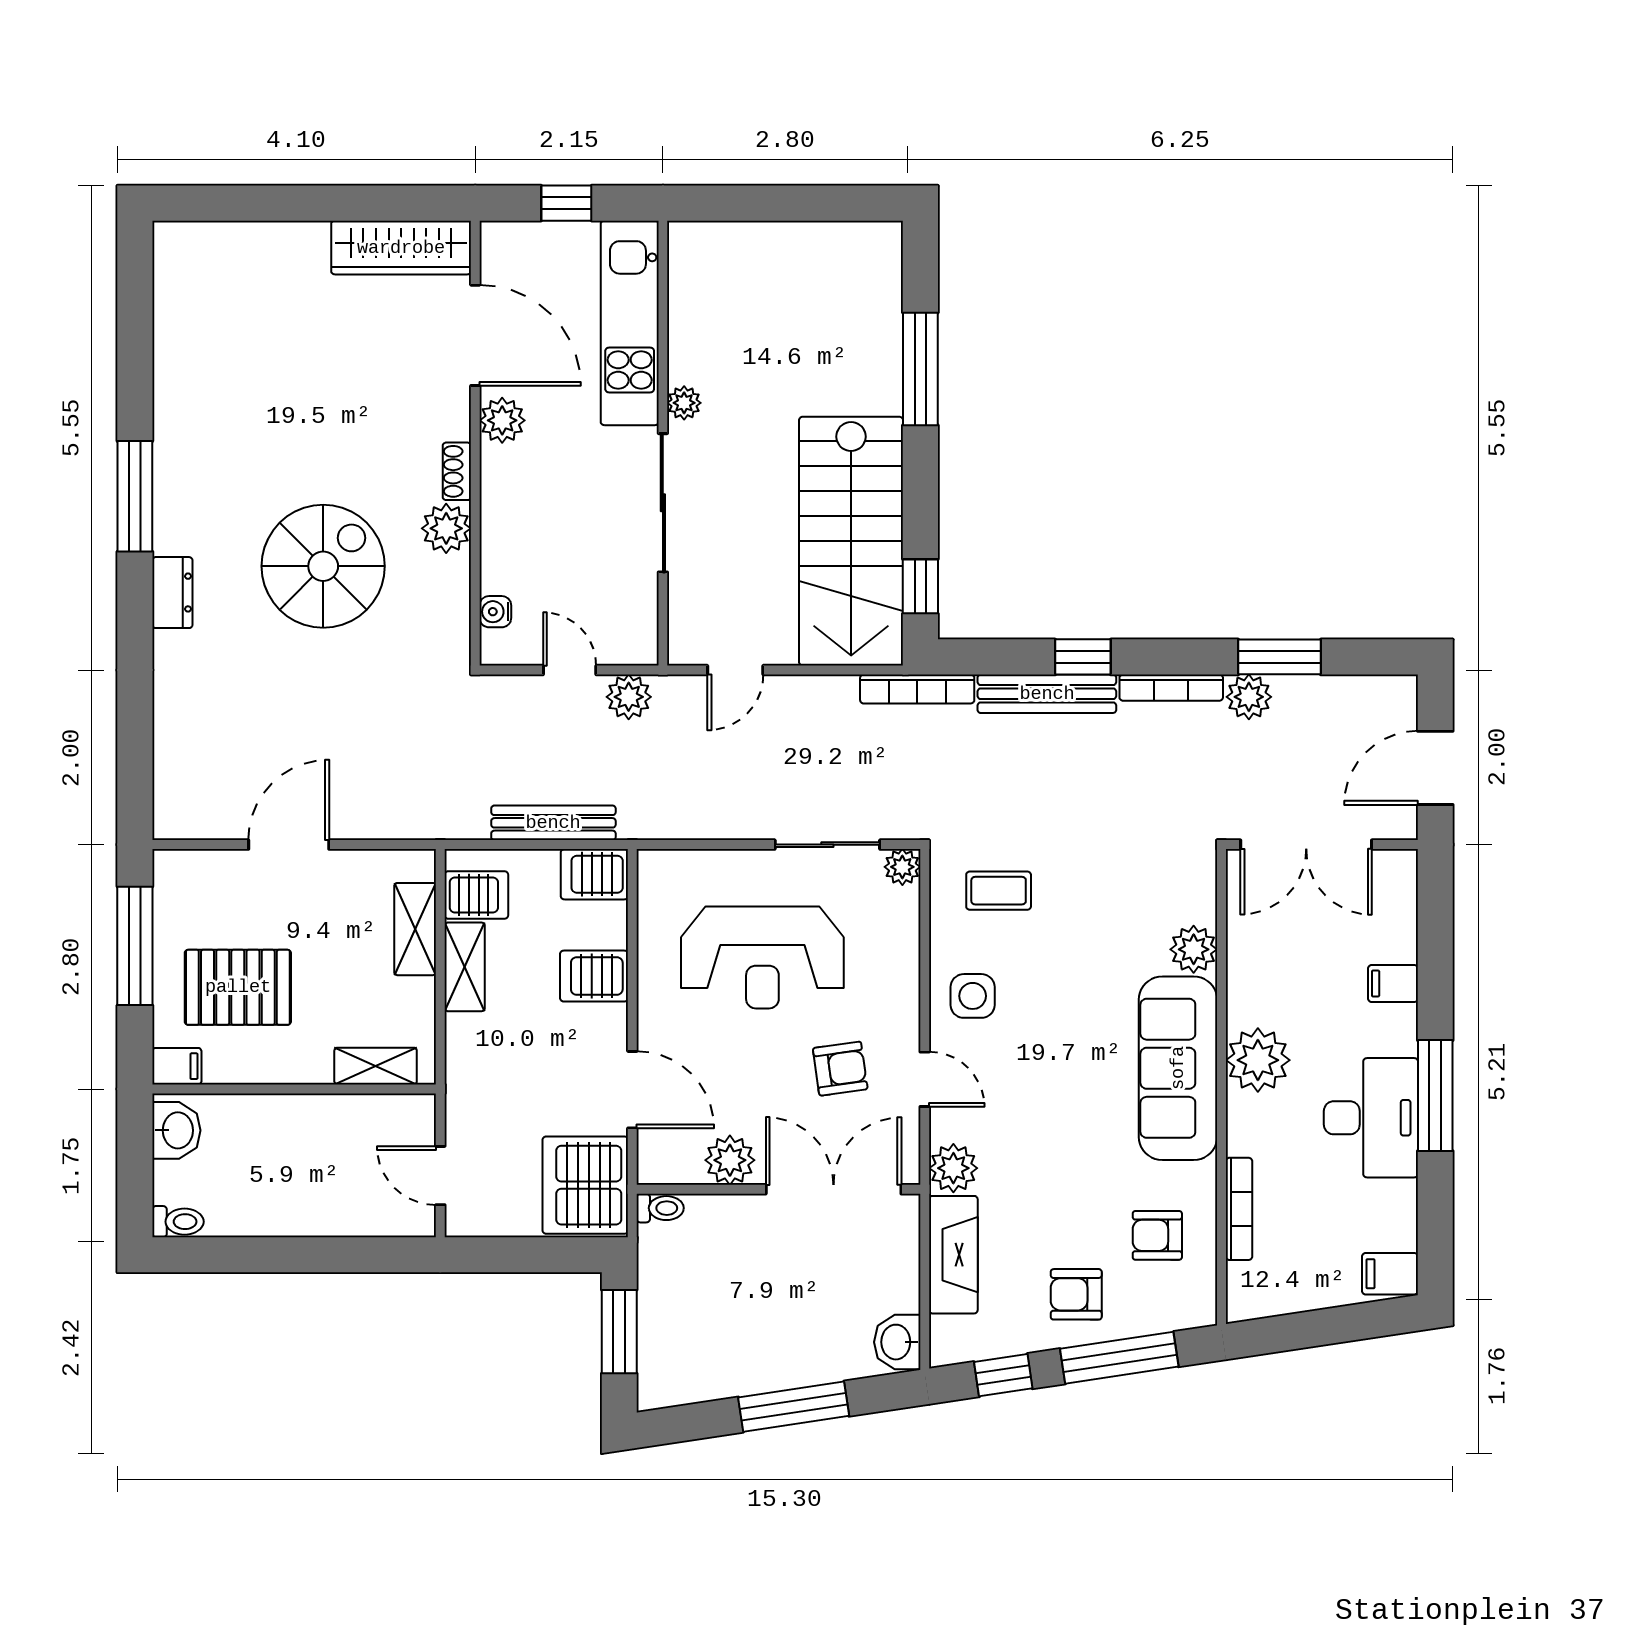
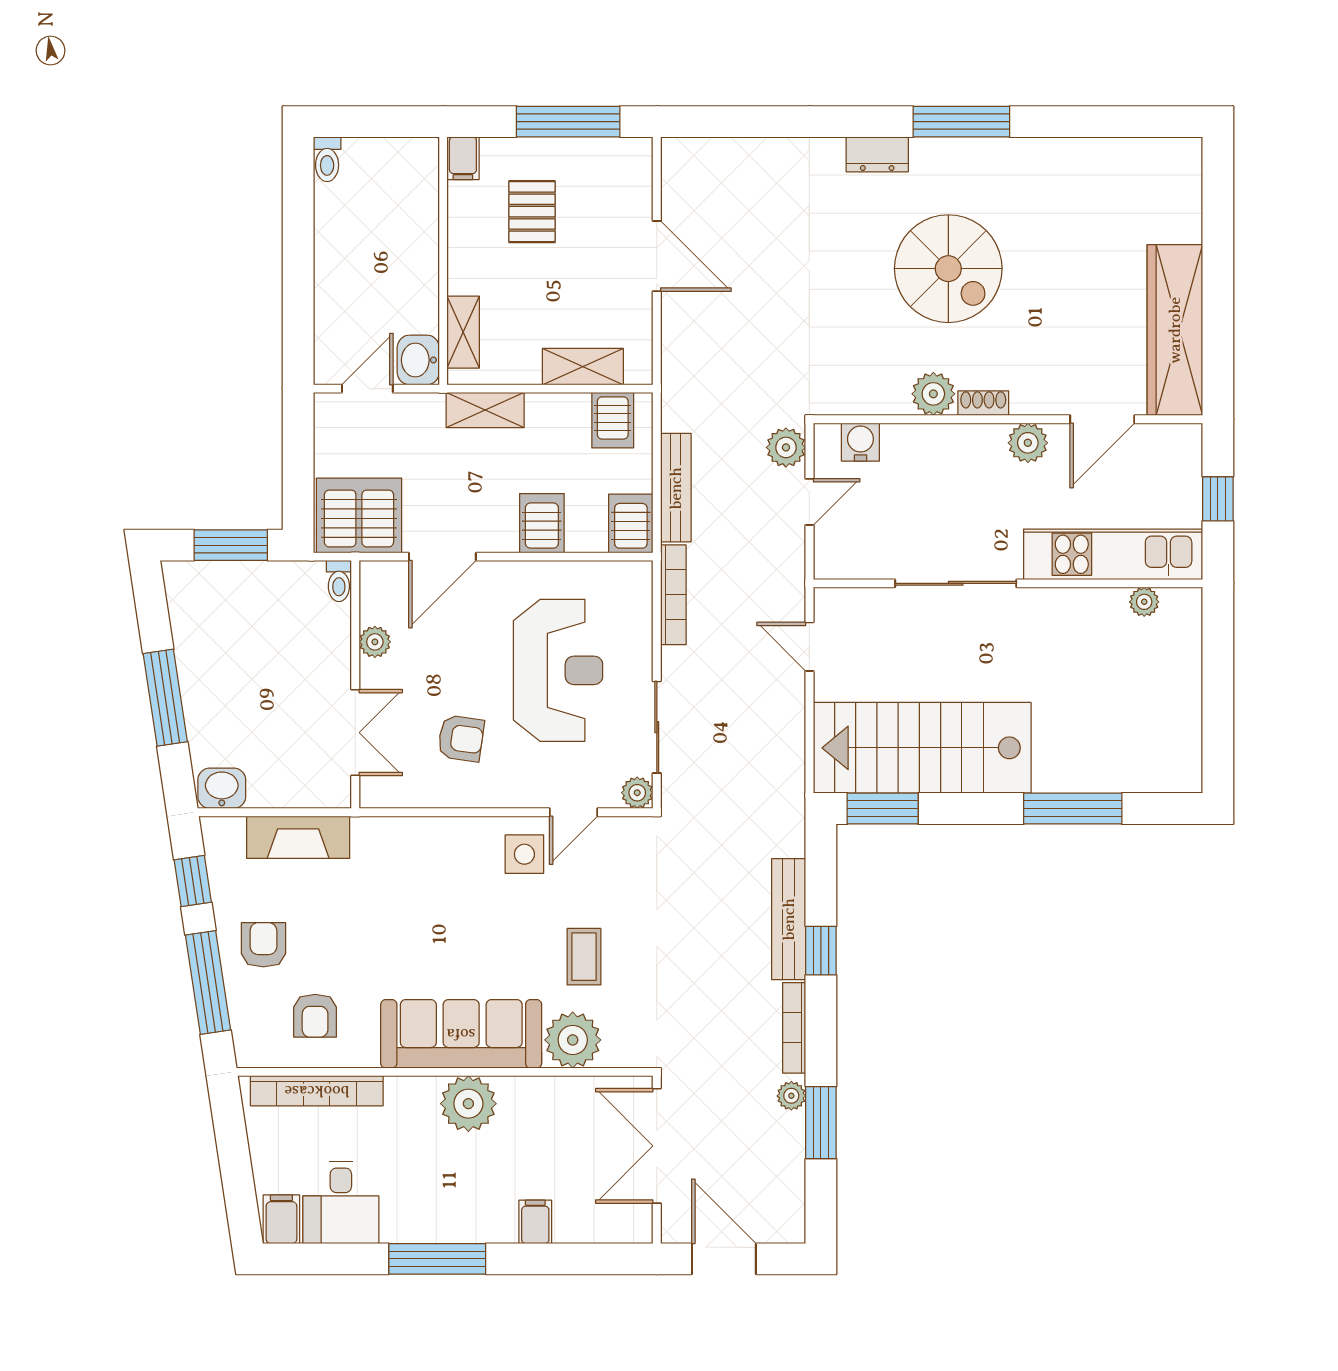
wardrobe: (401, 248) -> (1175, 330), width x1.40, depth x1.17
door: (475, 335) -> (1102, 419), width x0.73
plant: (684, 403) -> (1144, 602), moved
spiral stairs: (323, 566) -> (948, 269), moved
window: (920, 586) -> (883, 808), width x1.50
water cooler: (495, 612) -> (860, 442), width x1.38, depth x1.38
bookcase: (917, 689) -> (673, 595), moved, turned 180
plant: (629, 697) -> (786, 447), moved
plant: (1249, 697) -> (791, 1096), width x0.73, depth x0.73
coffee table: (999, 891) -> (584, 957), moved
plant: (1194, 949) -> (573, 1040), width x1.36, depth x1.36
reception desk: (762, 957) -> (558, 670), turned 180
shelving: (465, 967) -> (485, 410), moved
pallet: (238, 987) -> (532, 212), width x0.67, depth x0.71
armchair: (840, 1069) -> (461, 738), turned -74
door: (925, 1079) -> (573, 812), moved
desk: (1371, 1118) -> (341, 1203), moved, width x0.73
washbasin: (176, 1130) -> (418, 360), moved, turned 90
plant: (730, 1160) -> (375, 642), width x0.73, depth x0.73
plant: (953, 1168) -> (374, 837), removed
double door: (834, 1189) -> (355, 733), width x0.73
bookcase: (1239, 1209) -> (317, 1091), width x1.48, depth x1.31
armchair: (1157, 1235) -> (315, 1016), turned 180

